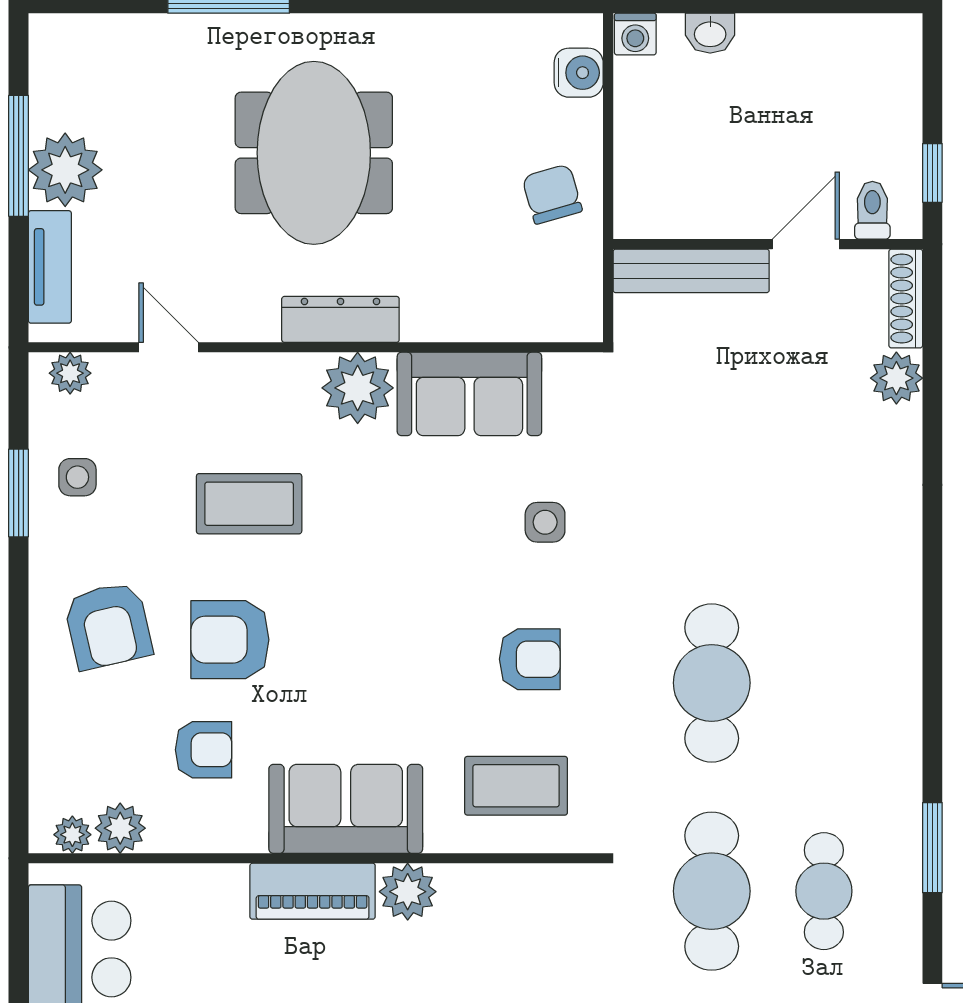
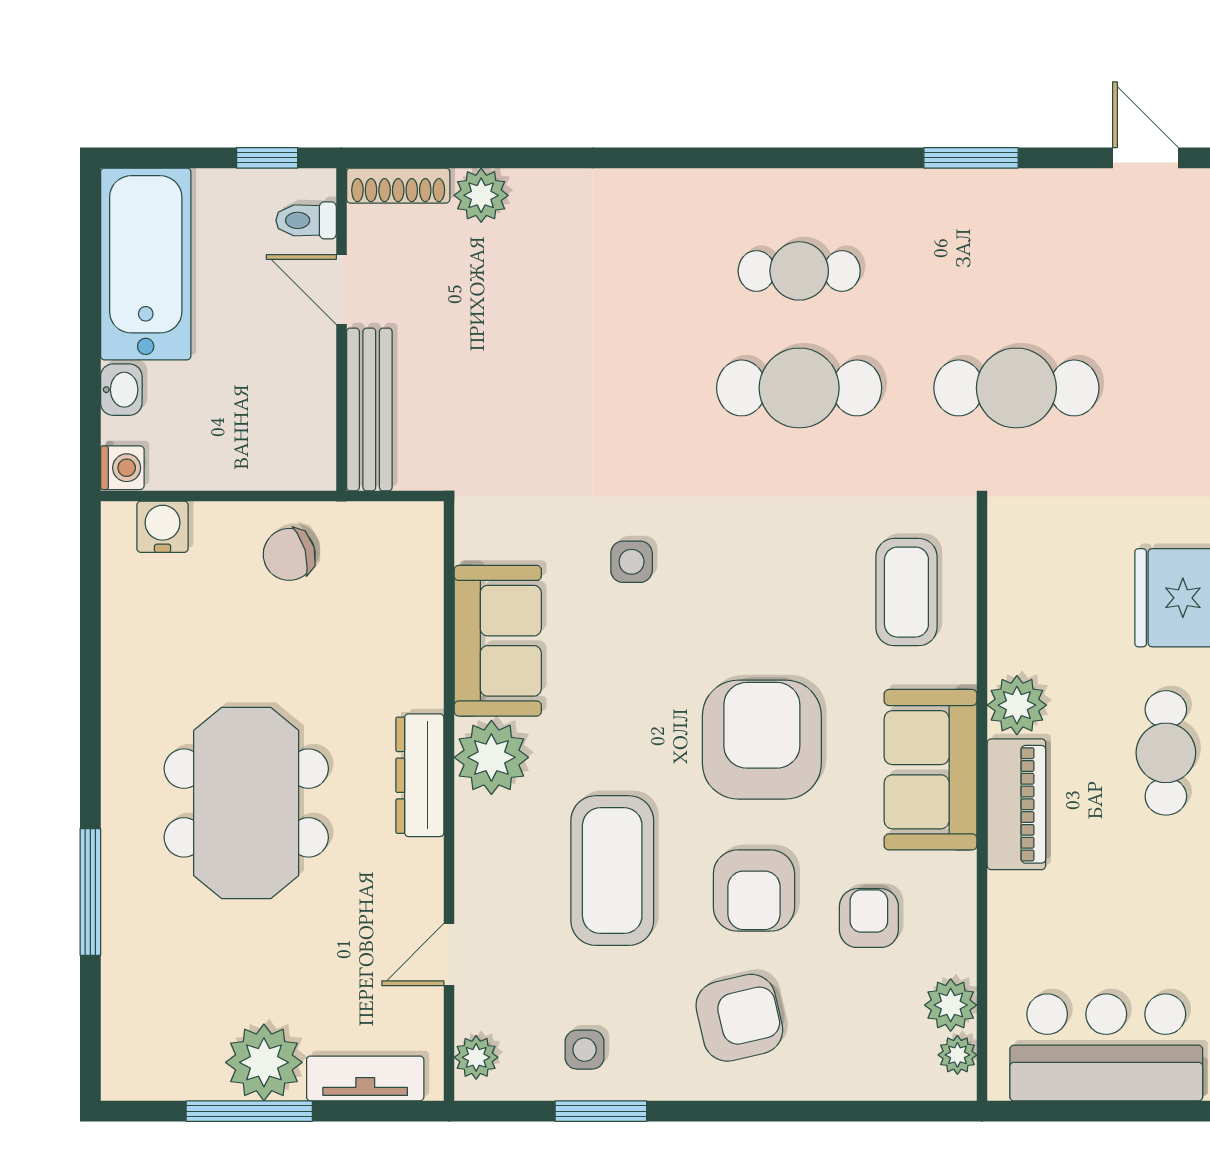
bathtub: (831, 57) -> (146, 264), added
meeting table: (314, 153) -> (246, 803), turned 90
coffee table: (249, 504) -> (612, 871), width x1.36, depth x1.32
armchair: (530, 659) -> (762, 740), moved, width x1.88, depth x1.88
cafe table: (824, 891) -> (799, 271), moved

